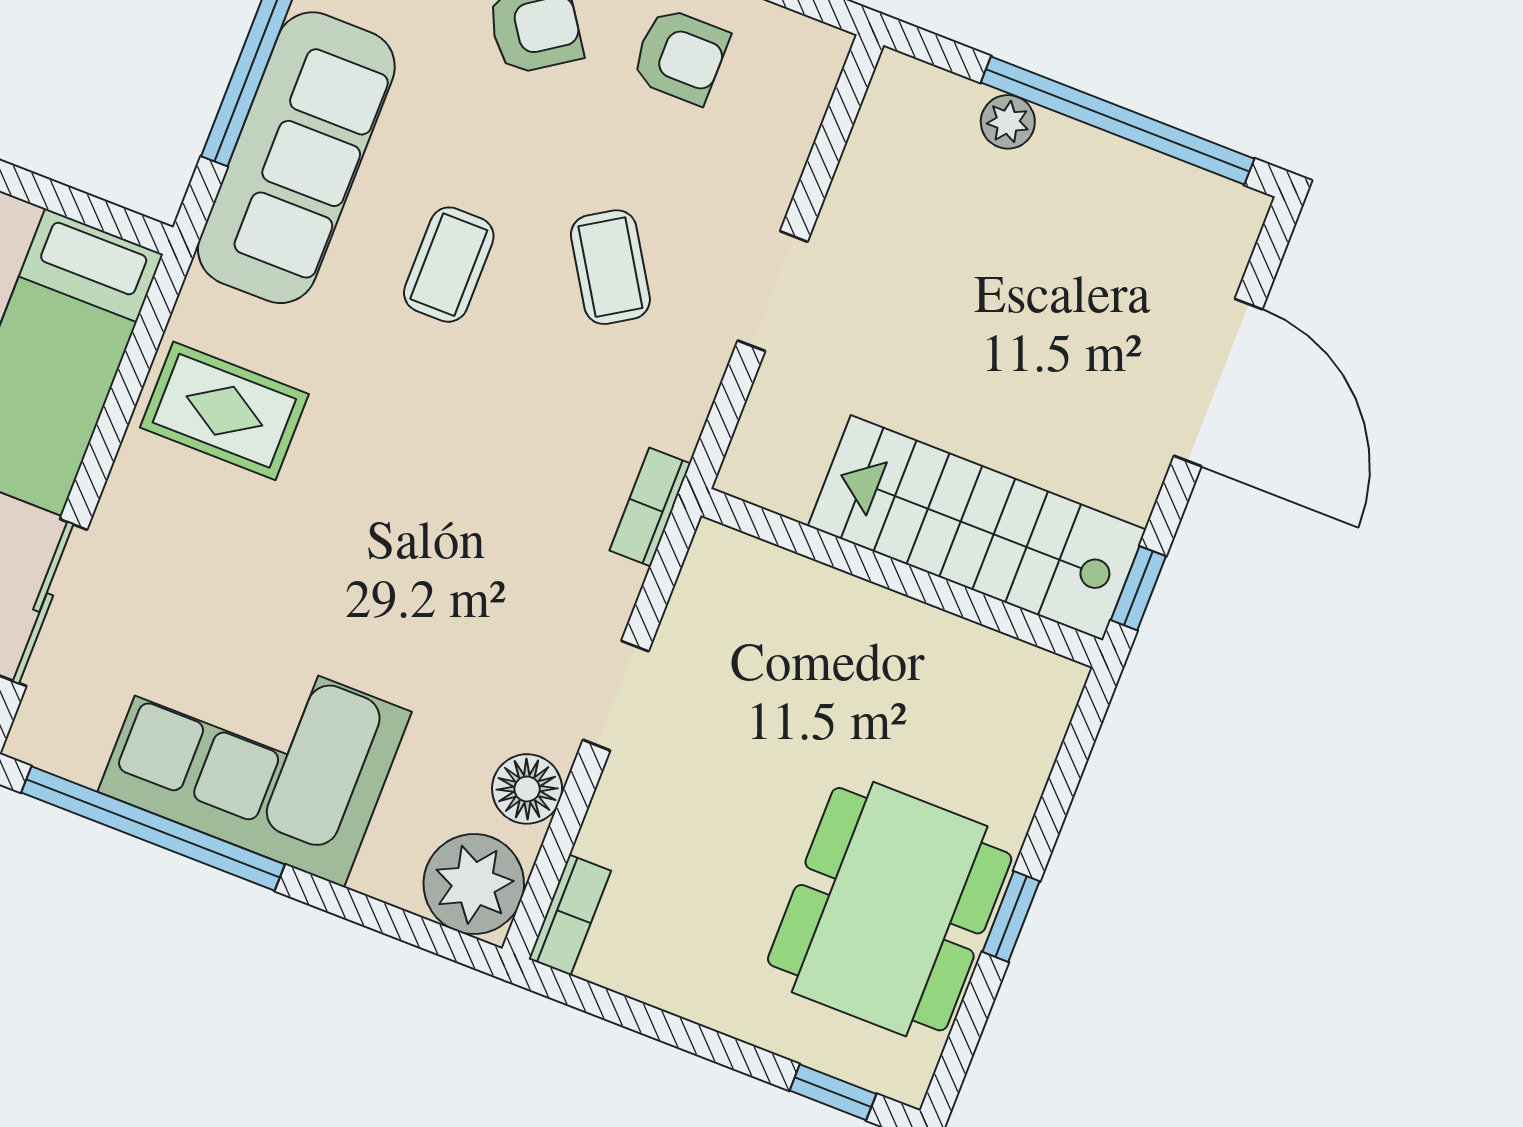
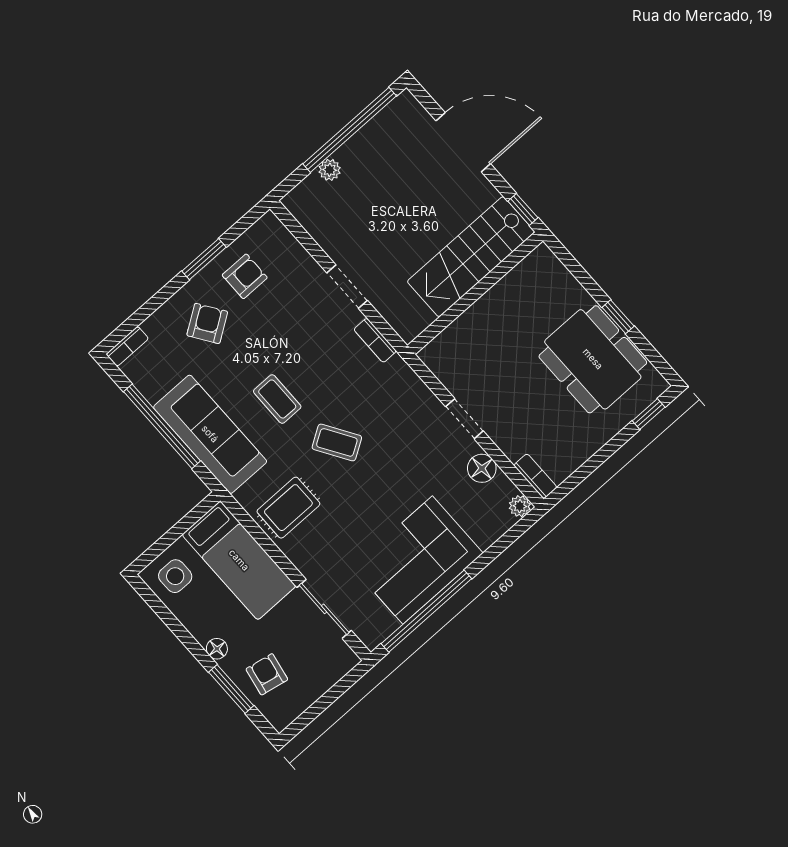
coffee table: (610, 267) -> (337, 442), moved
bookcase: (650, 507) -> (375, 340), moved
plant: (474, 884) -> (520, 506), width x0.53, depth x0.53

